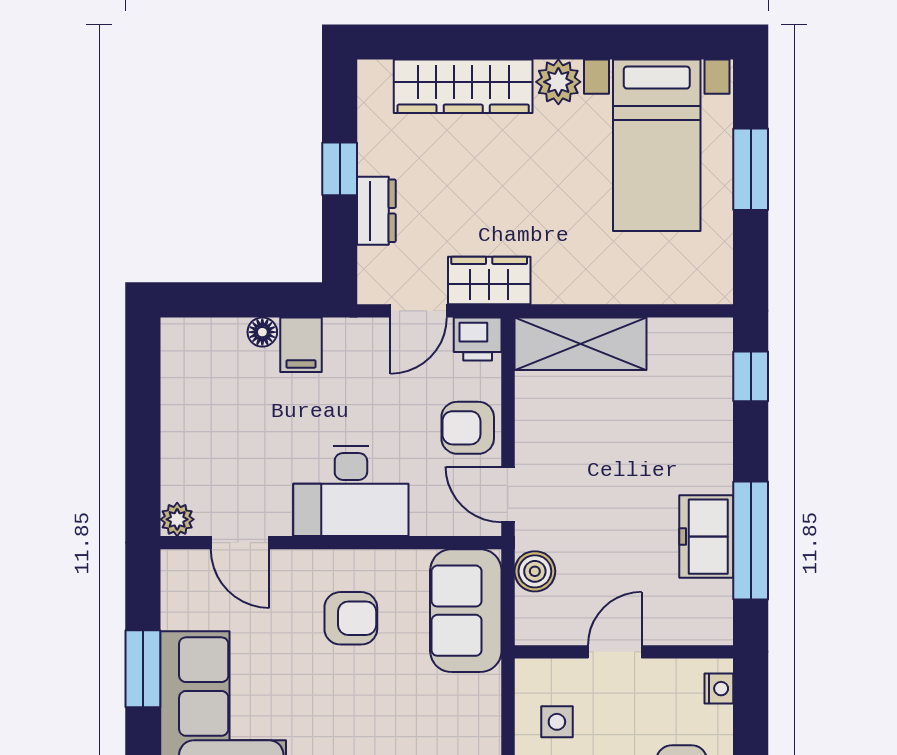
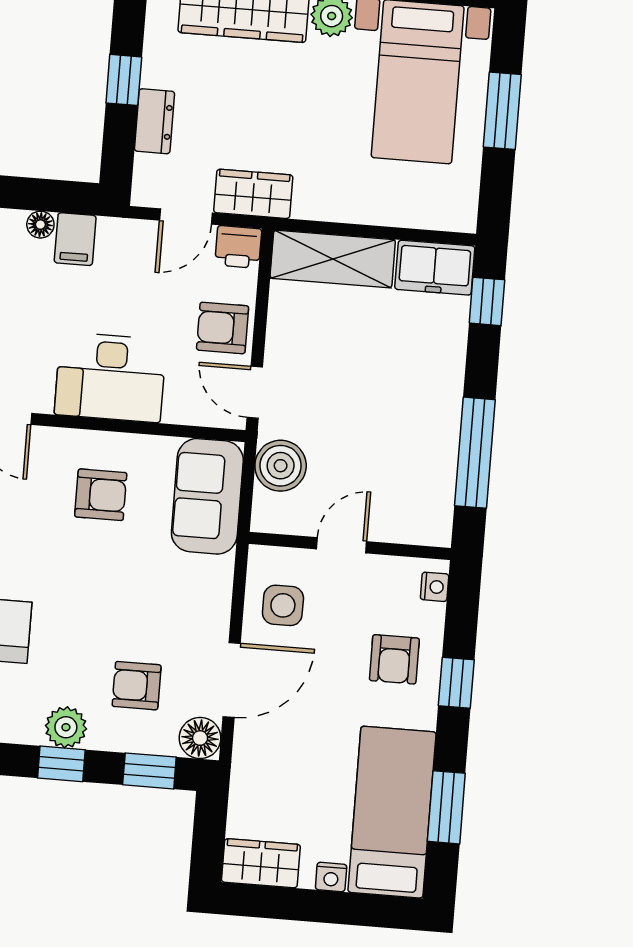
freezer: (706, 537) -> (435, 268), moved, turned -90
boiler: (535, 571) -> (281, 466), width x1.36, depth x1.36
side table: (557, 722) -> (283, 605), width x1.37, depth x1.37

